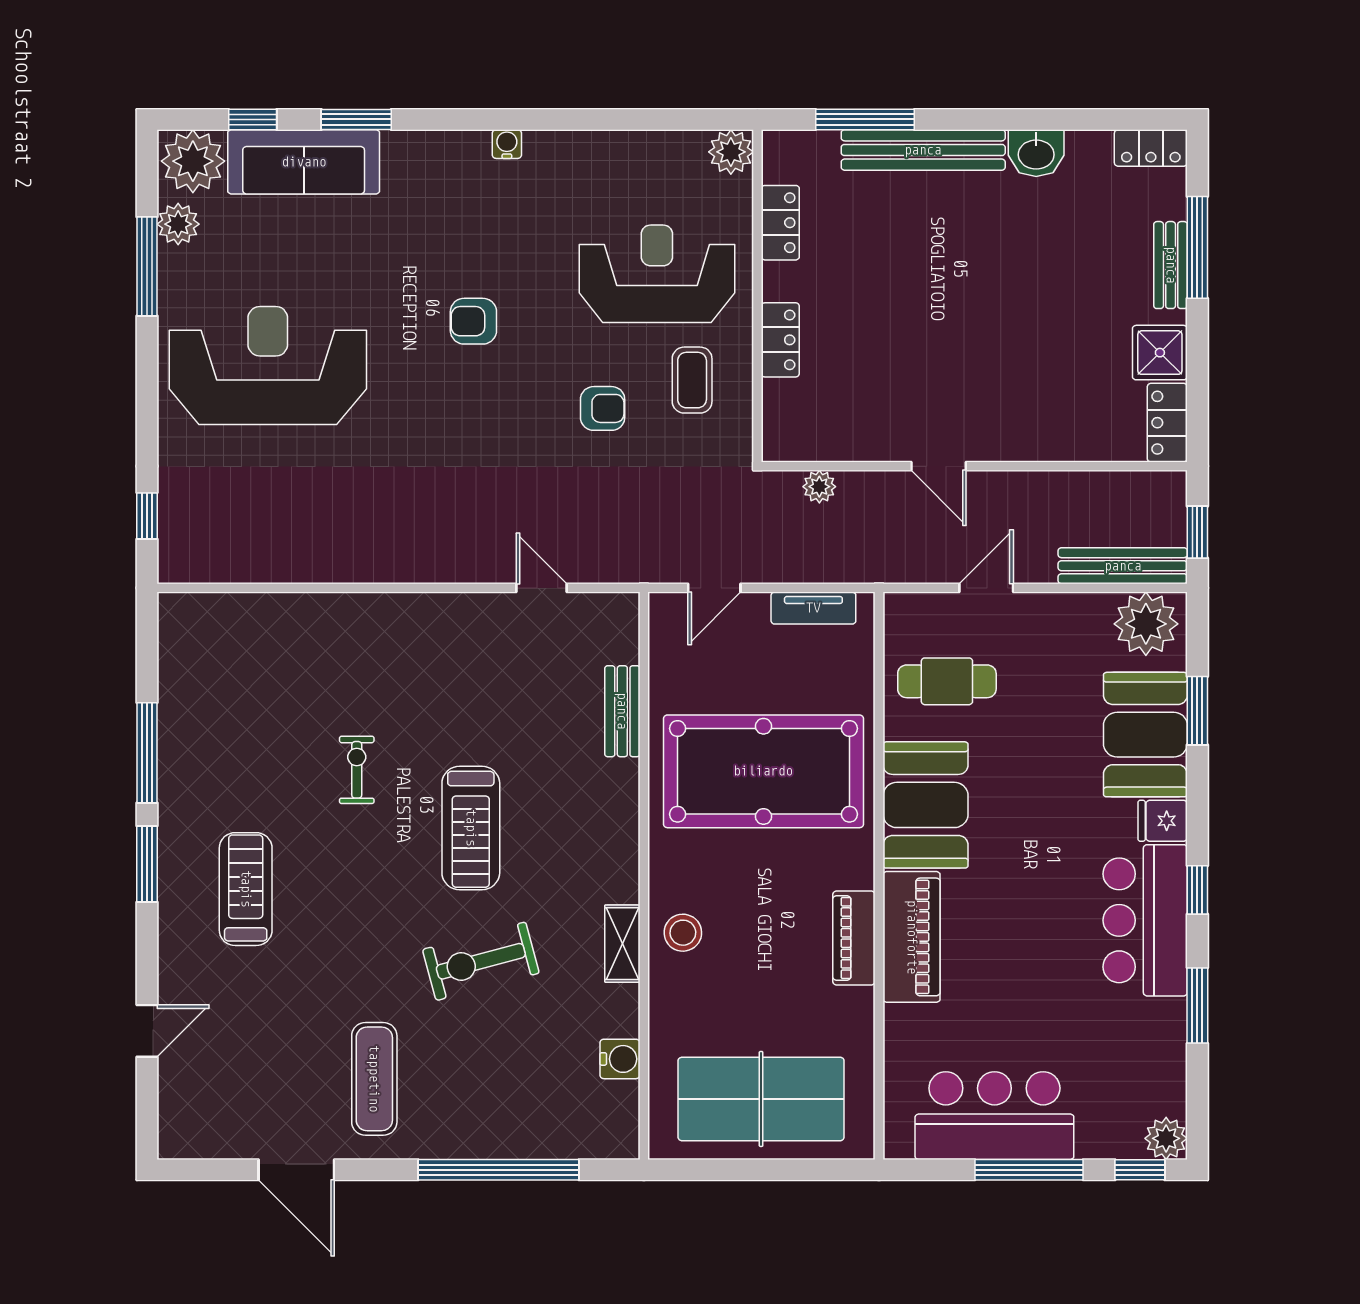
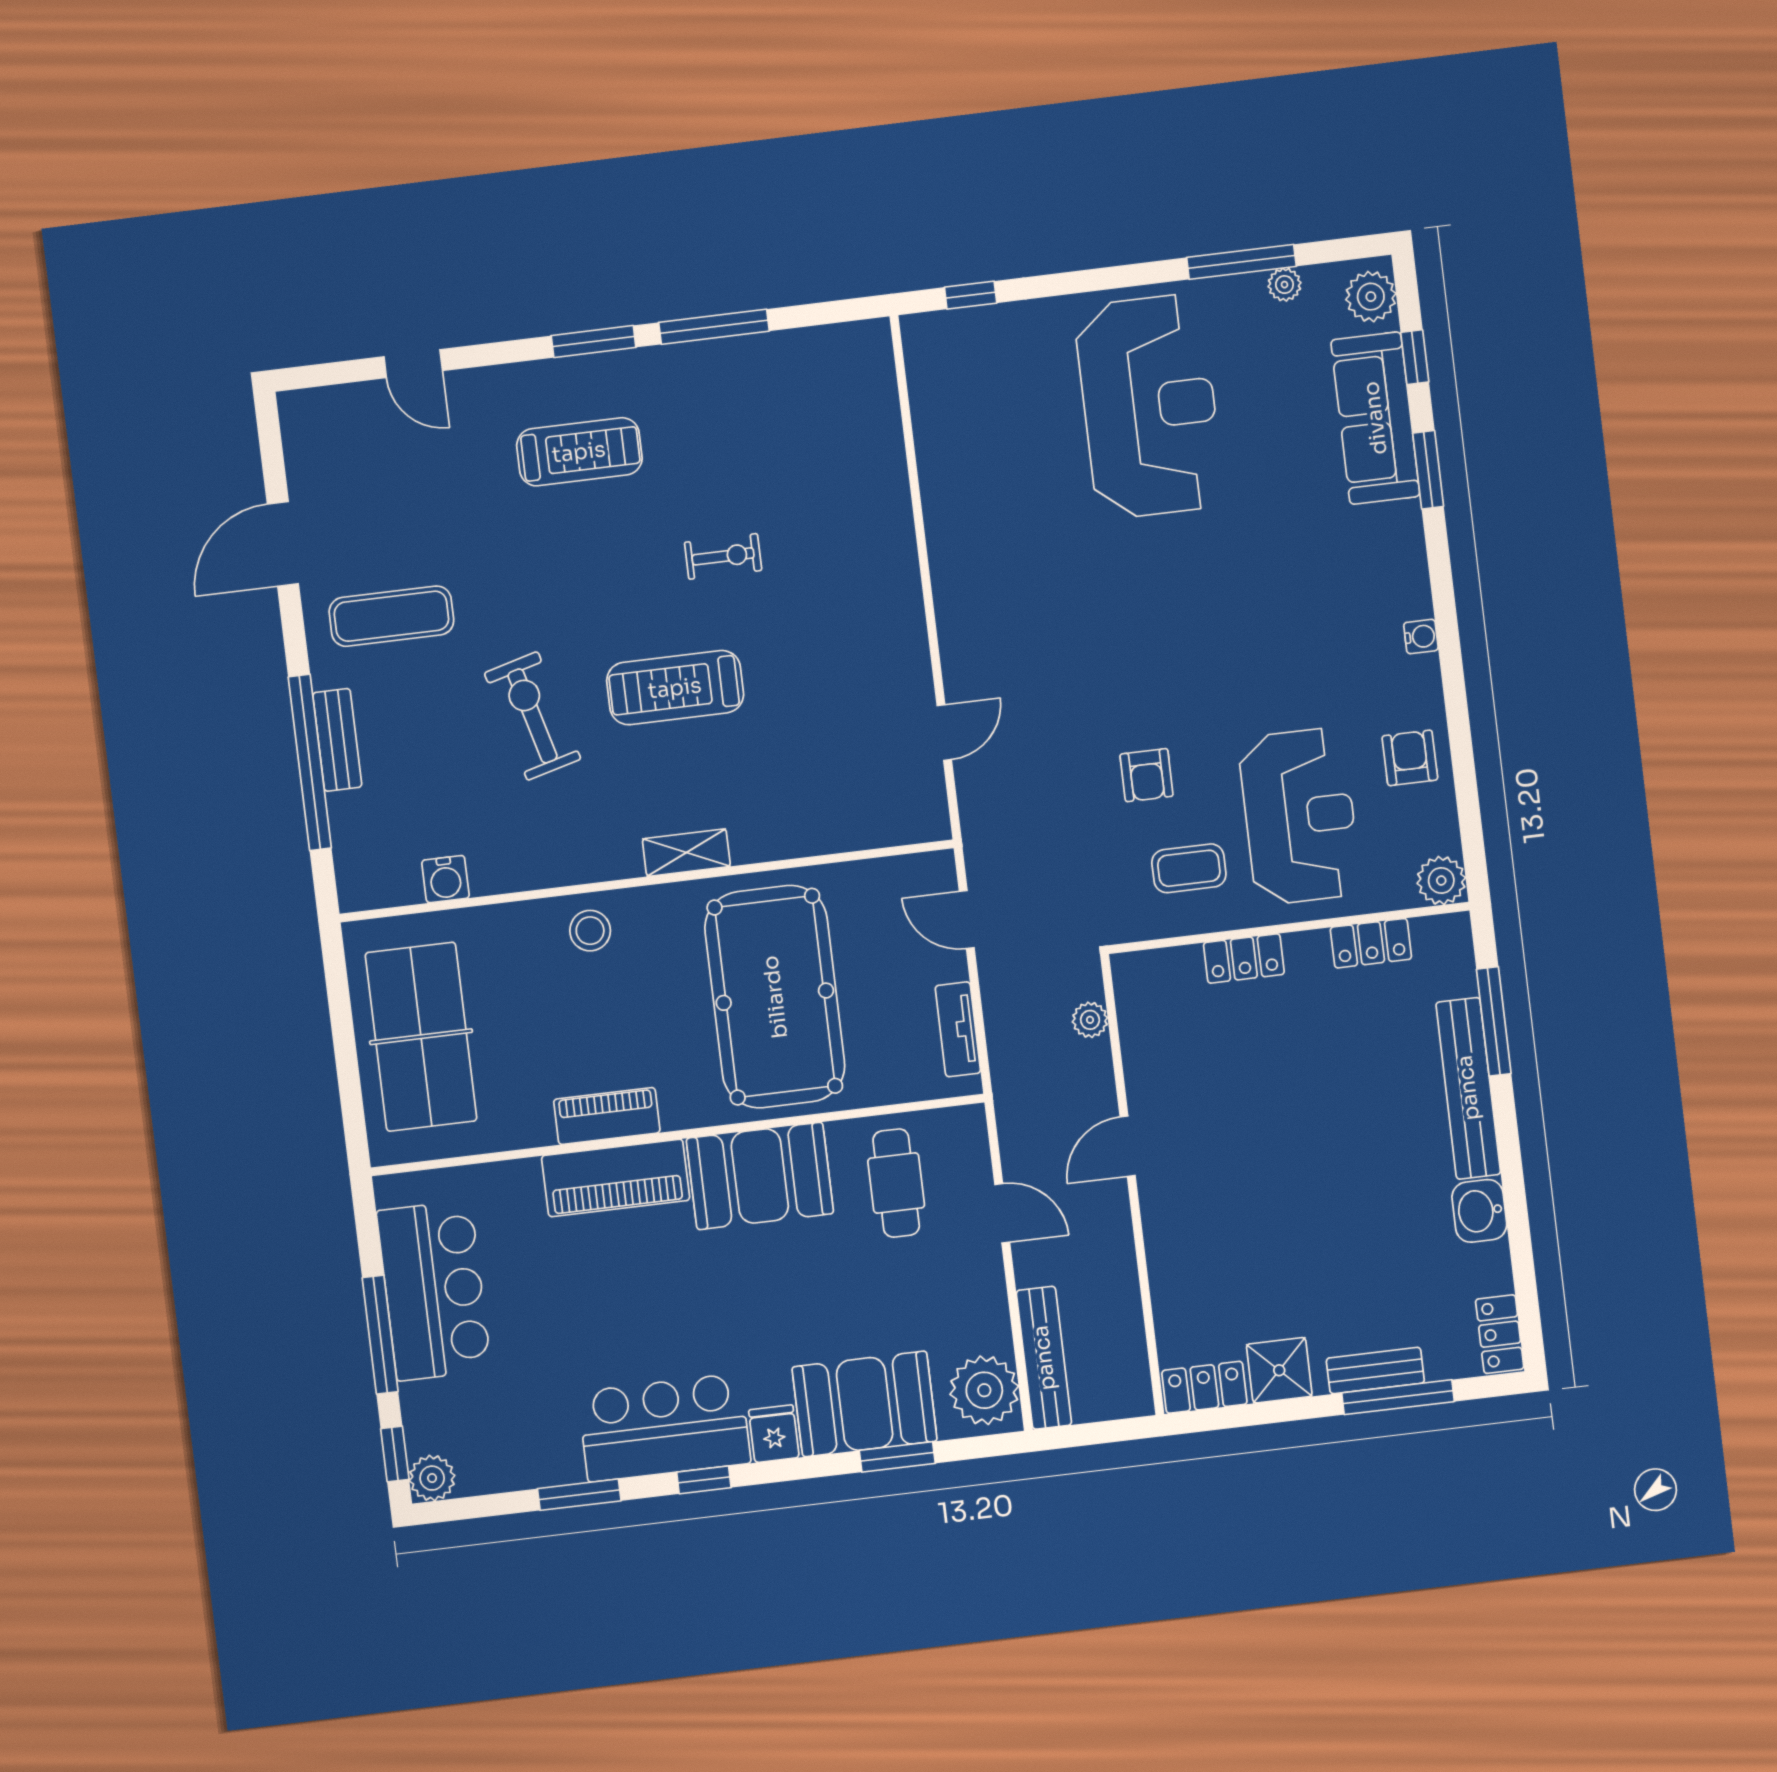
plant: (193, 161) -> (1371, 297), width x0.73, depth x0.73
plant: (178, 224) -> (1284, 285), width x0.73, depth x0.73
armchair: (473, 321) -> (1410, 758), moved
window: (1197, 532) -> (1090, 1434), removed
bench: (622, 711) -> (337, 740), moved, turned 90
shelving: (622, 944) -> (686, 853), moved

